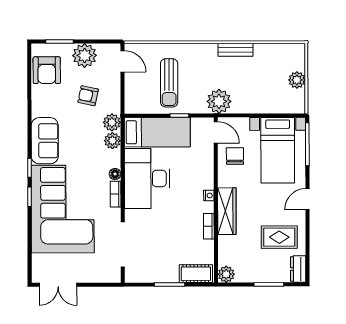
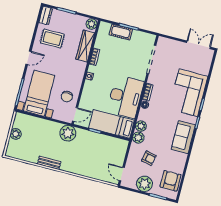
sun lounger: (169, 83) -> (96, 153), removed
door: (216, 132) -> (75, 114), swing flipped
corner sofa: (63, 209) -> (188, 93), width x0.73, depth x0.74
wardrobe: (227, 211) -> (85, 46), moved
cot: (196, 274) -> (121, 32), moved

